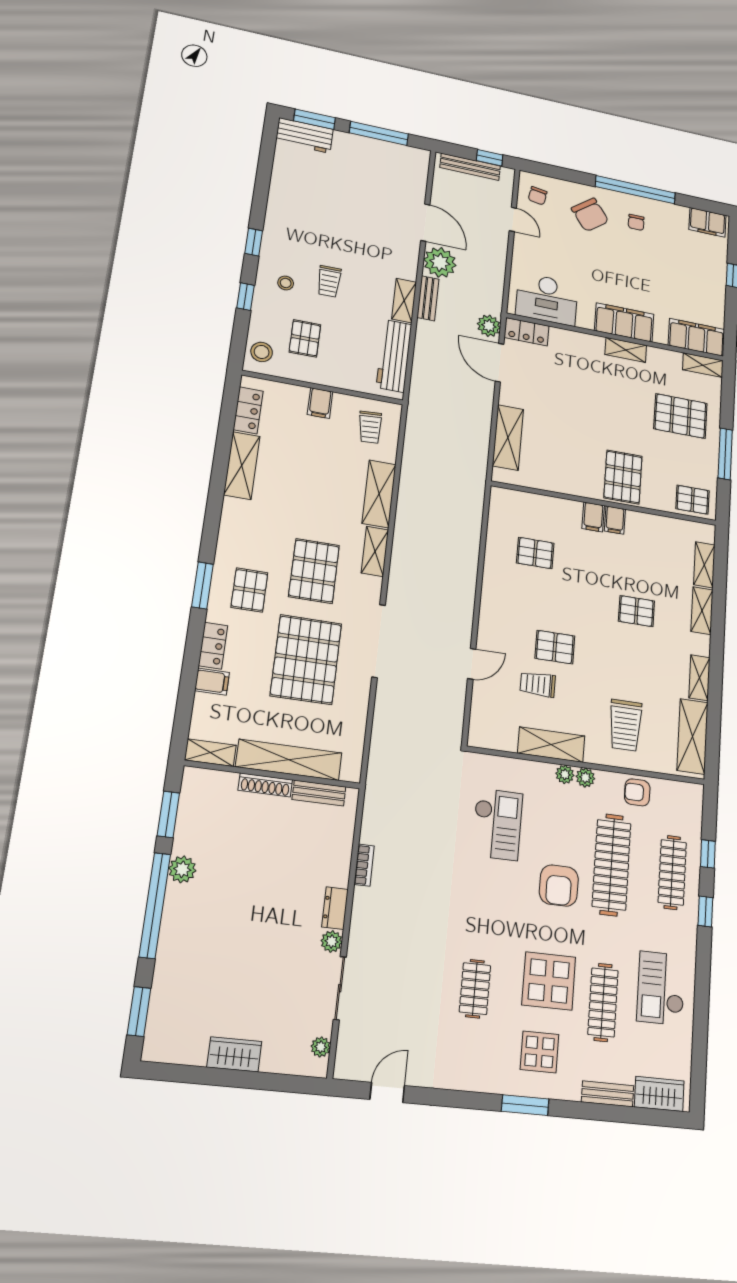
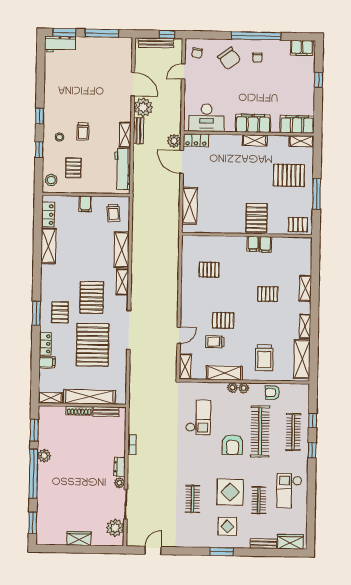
door: (513, 219) -> (183, 71), swing flipped
filing cabinet: (593, 517) -> (265, 244), moved
shelving: (704, 565) -> (185, 367), moved
clothes rail: (603, 1002) -> (259, 500), width x0.73
plant: (321, 1047) -> (115, 528), width x1.87, depth x1.87

